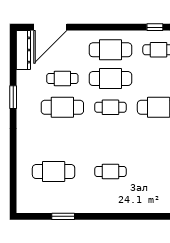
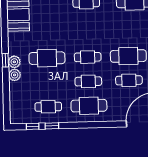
cafe table: (110, 79) -> (88, 81), width x0.73, depth x0.74

